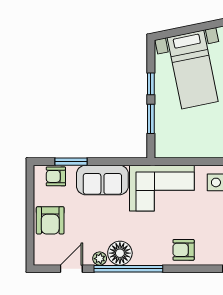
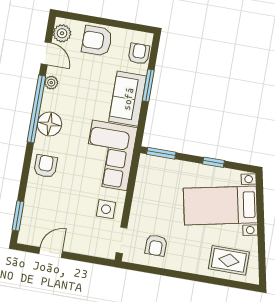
window: (151, 119) -> (161, 153), moved
window: (71, 162) -> (148, 85), moved
floor lamp: (120, 253) -> (49, 124), moved
plant: (49, 256) -> (62, 33), added

